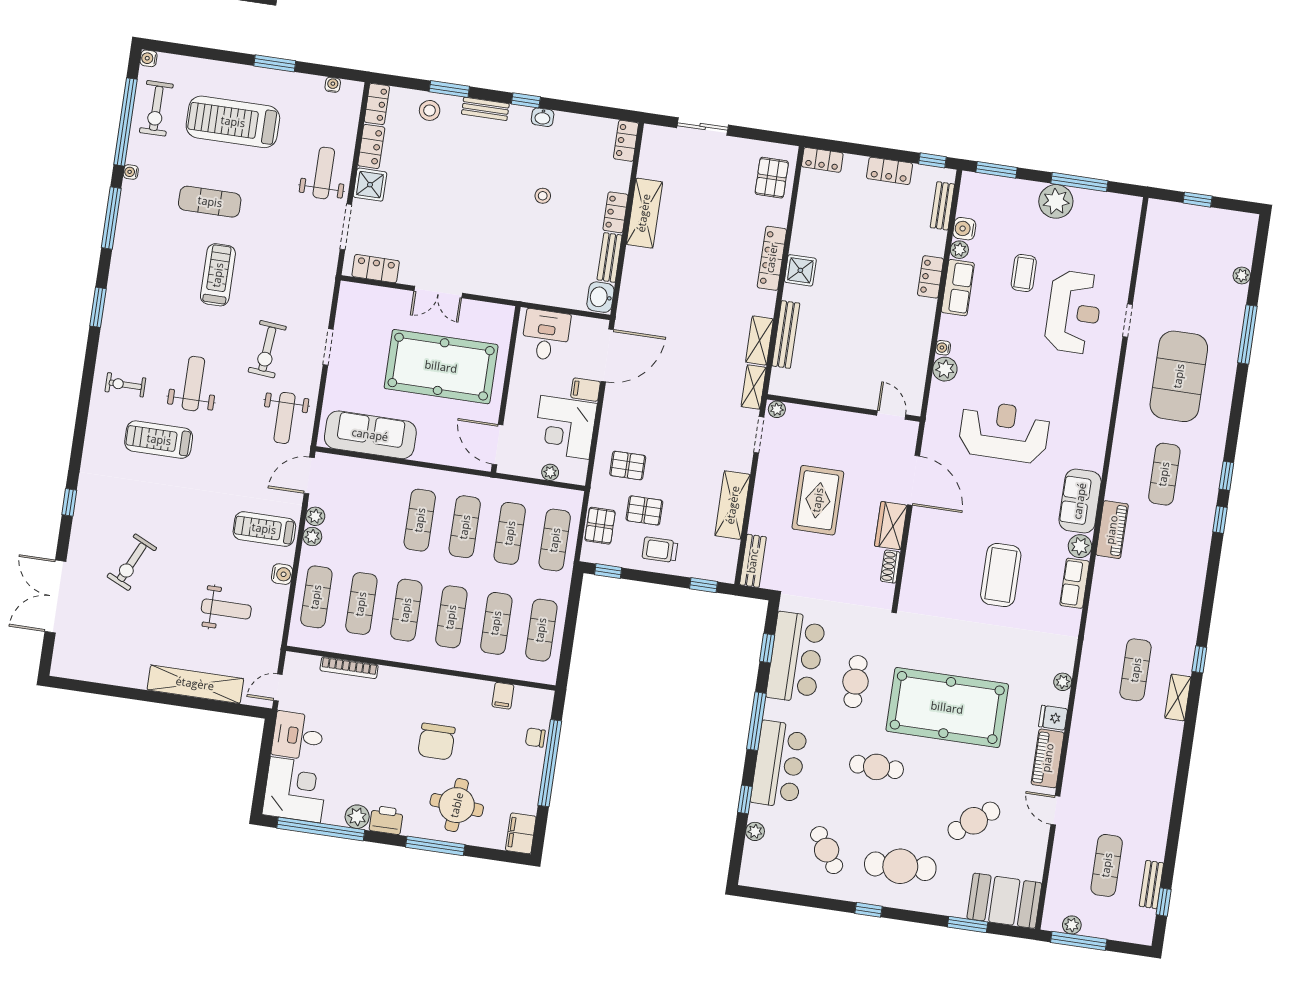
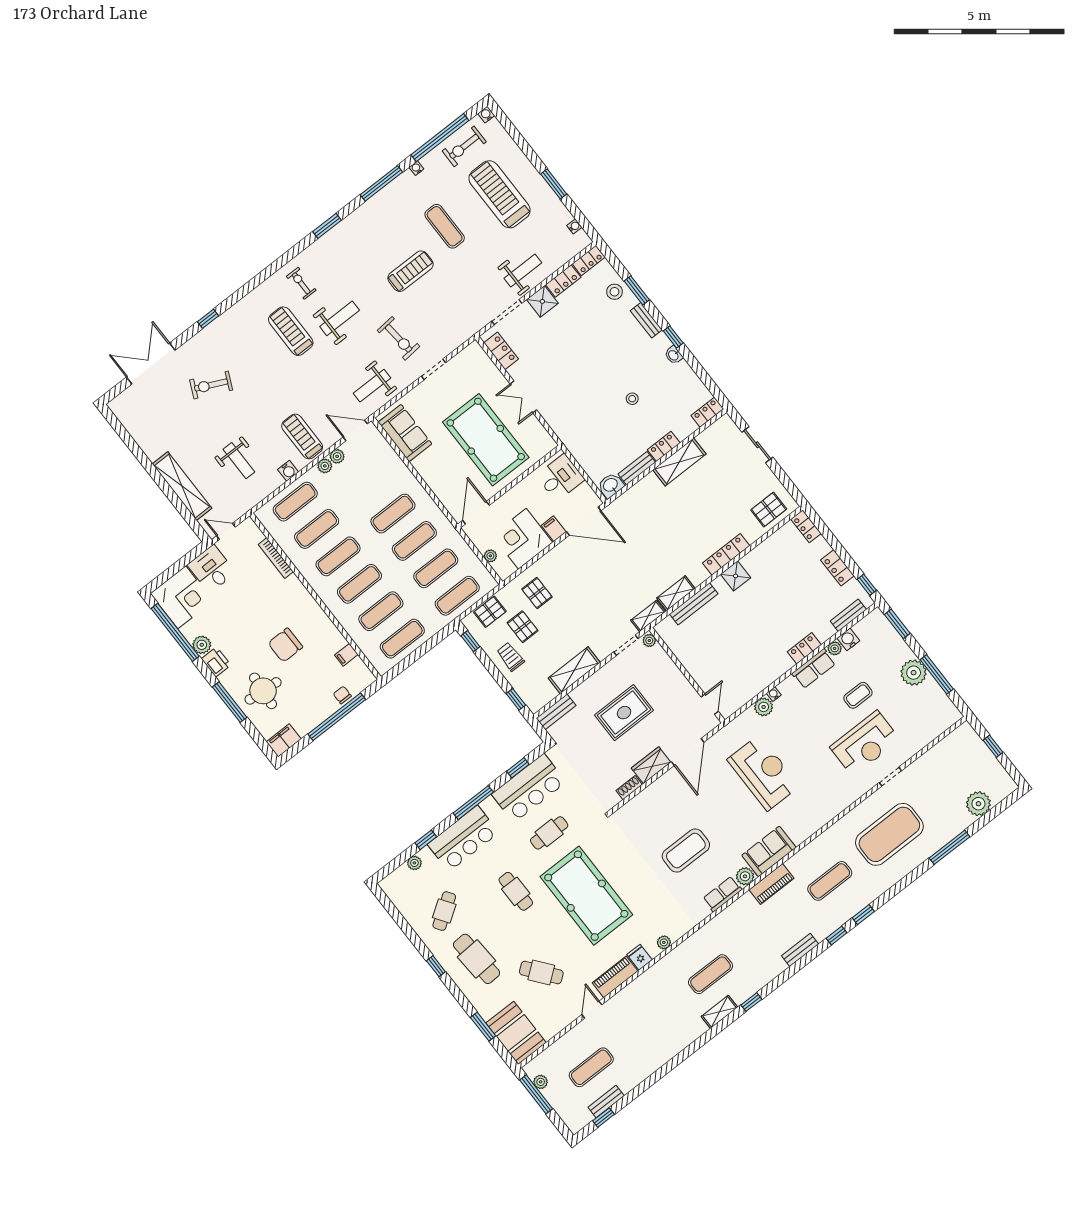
plant: (1242, 275) -> (978, 804), width x1.88, depth x1.88
exercise bike: (267, 349) -> (399, 338), turned -100
sofa: (370, 435) -> (405, 433), width x0.73
bench: (1198, 566) -> (800, 950), added

